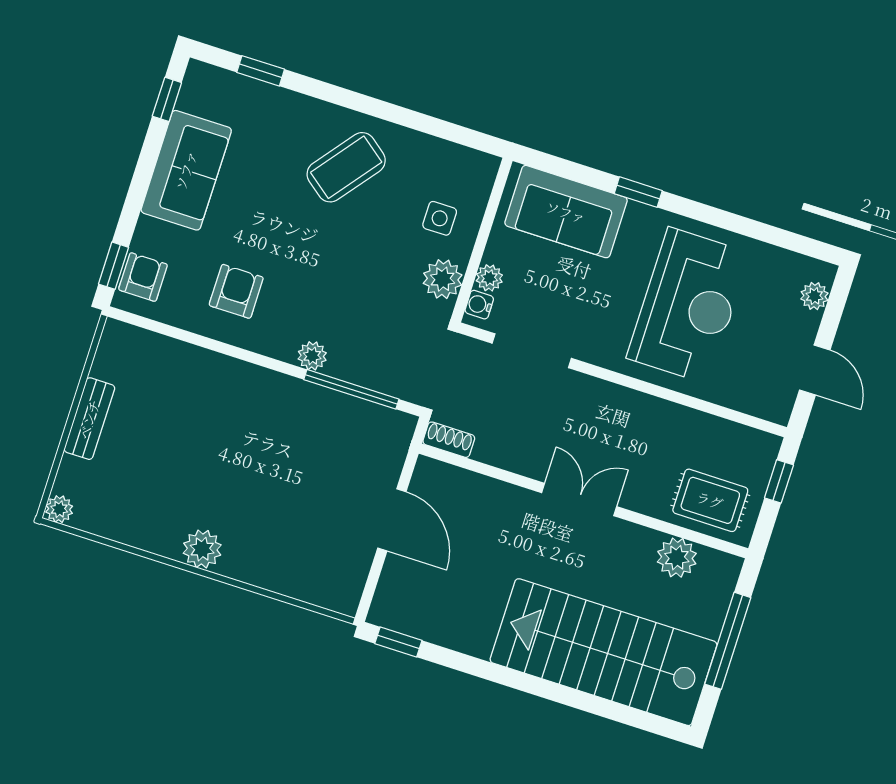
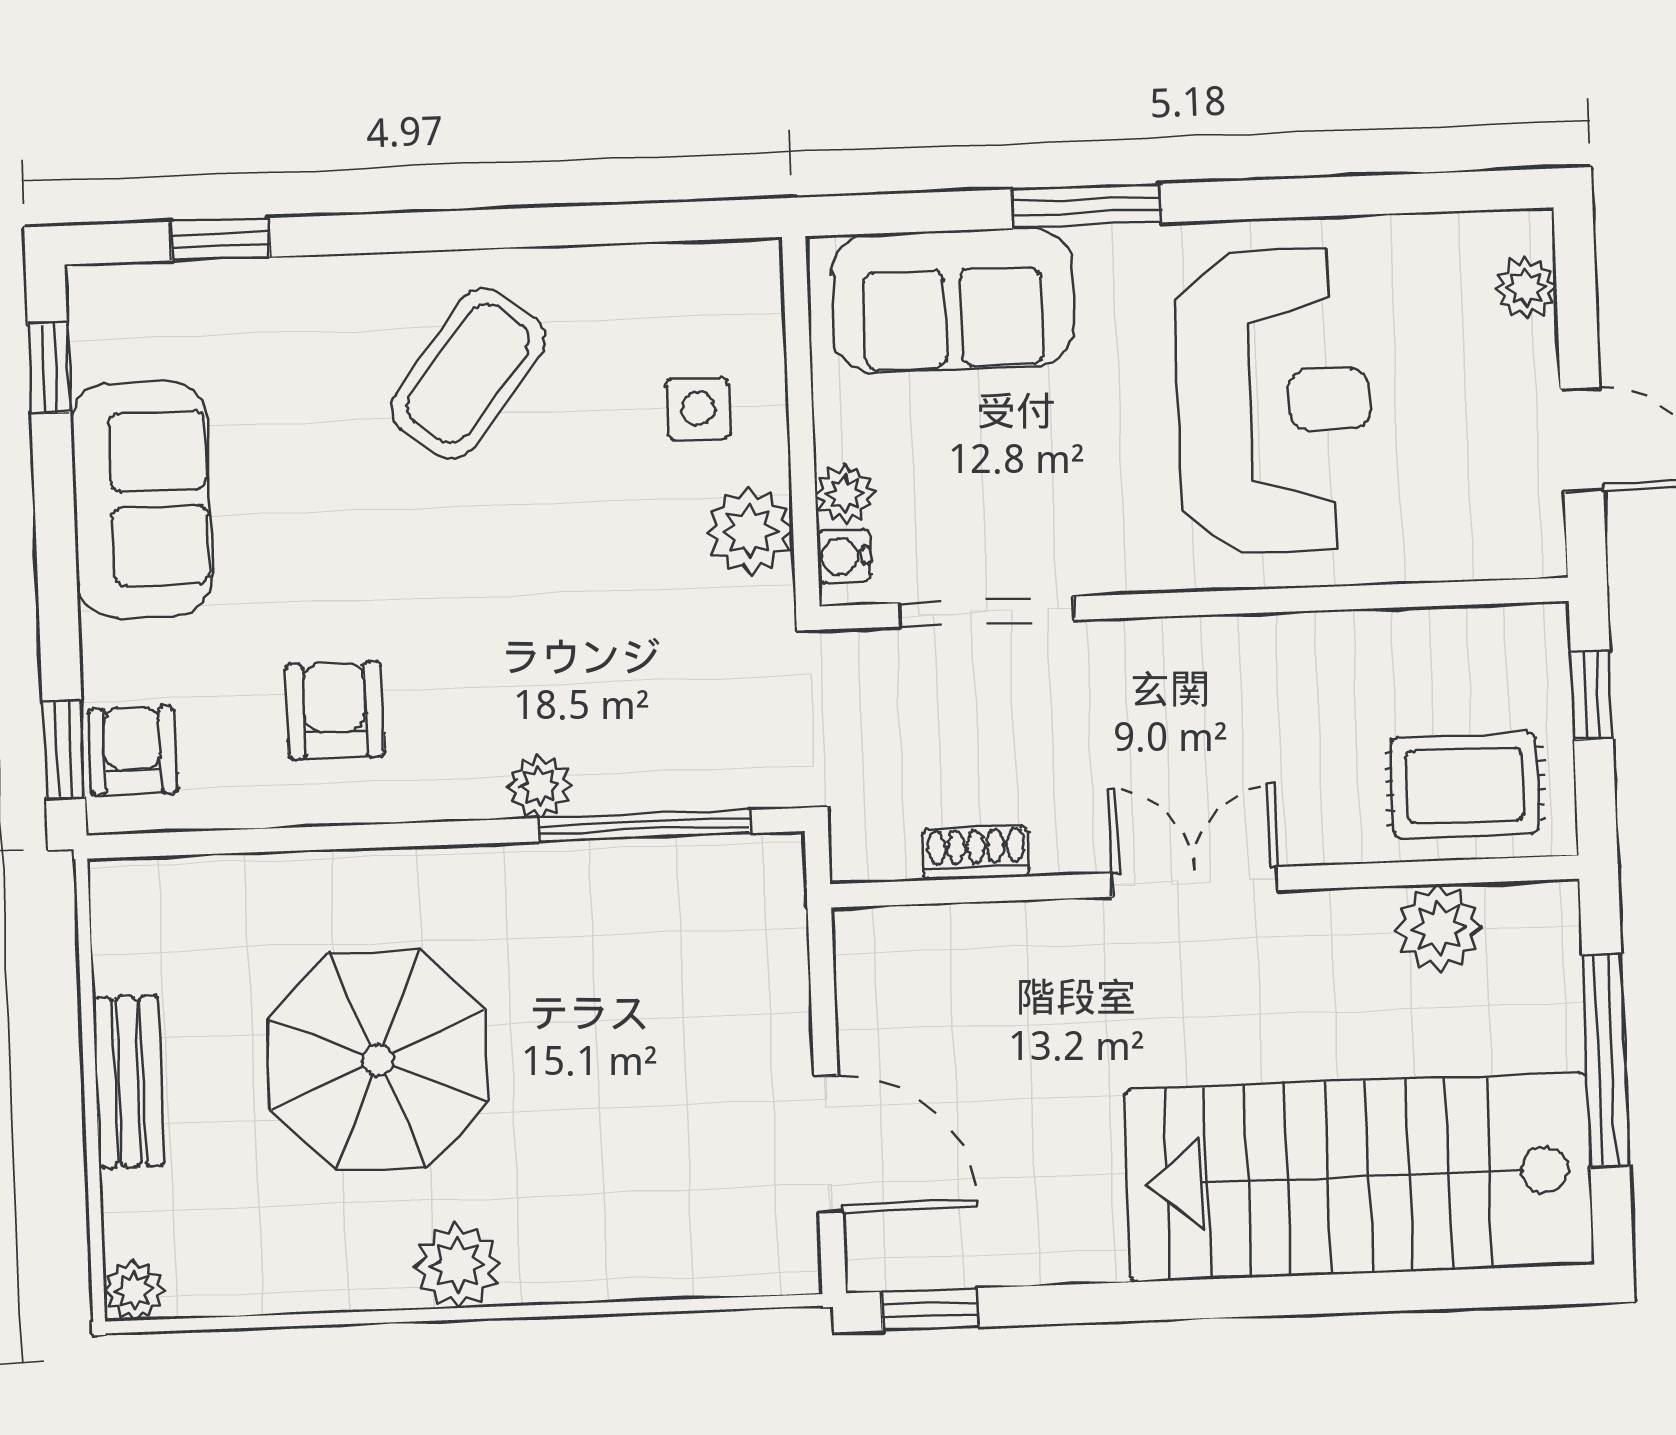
window: (638, 192) -> (1086, 206), width x1.50
shoe rack: (449, 440) -> (976, 853), moved
parasol: (200, 448) -> (378, 1060), added
door: (392, 520) -> (828, 1144), moved

